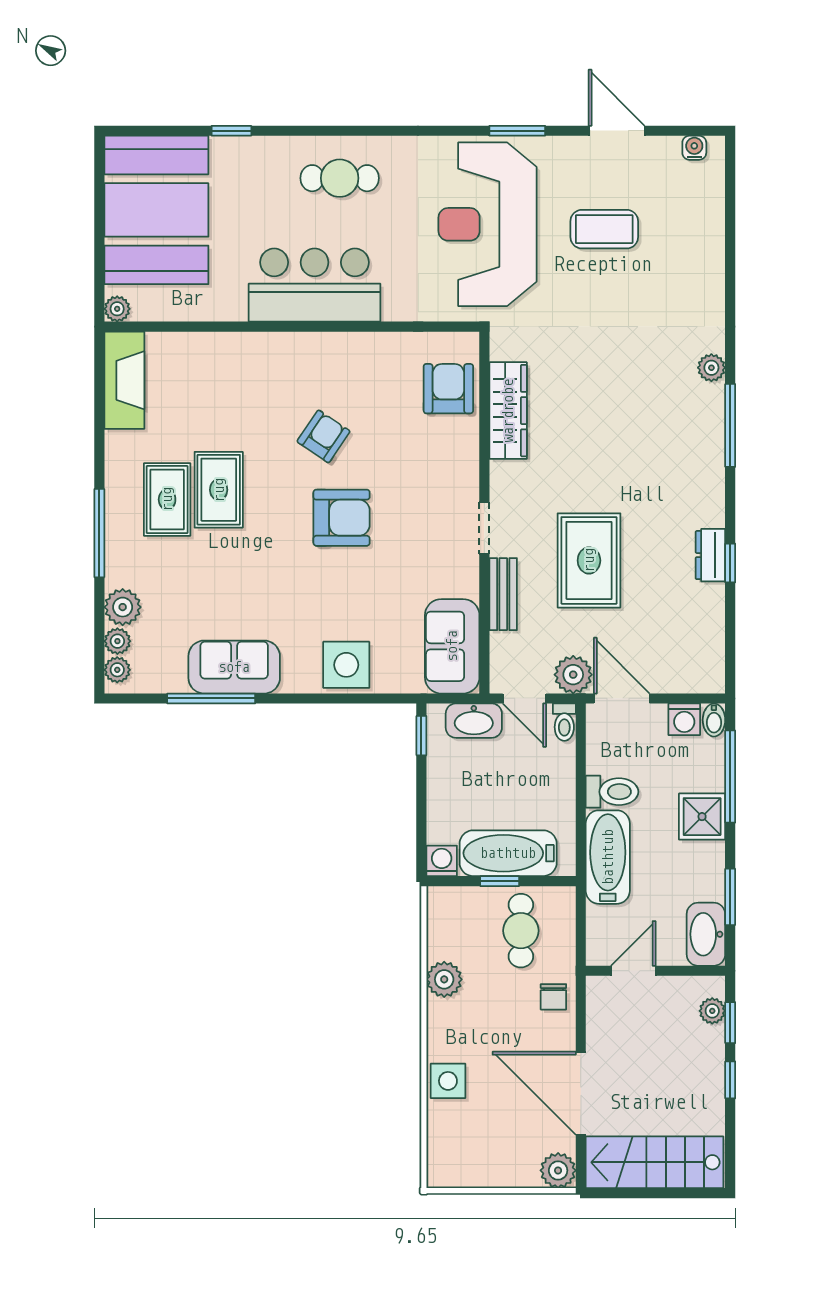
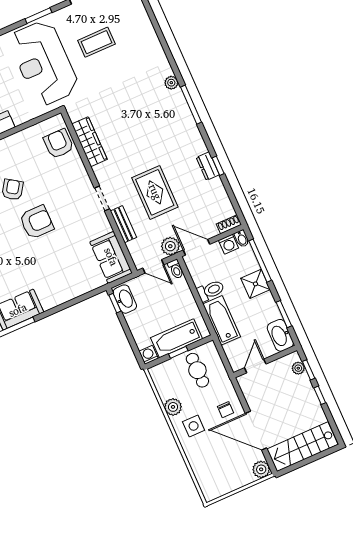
side table: (346, 665) -> (68, 287), removed
shoe rack: (702, 682) -> (229, 224), added
washbasin: (474, 721) -> (125, 299), moved, turned -90
chair: (553, 997) -> (226, 410), moved
side table: (448, 1081) -> (194, 426), moved

